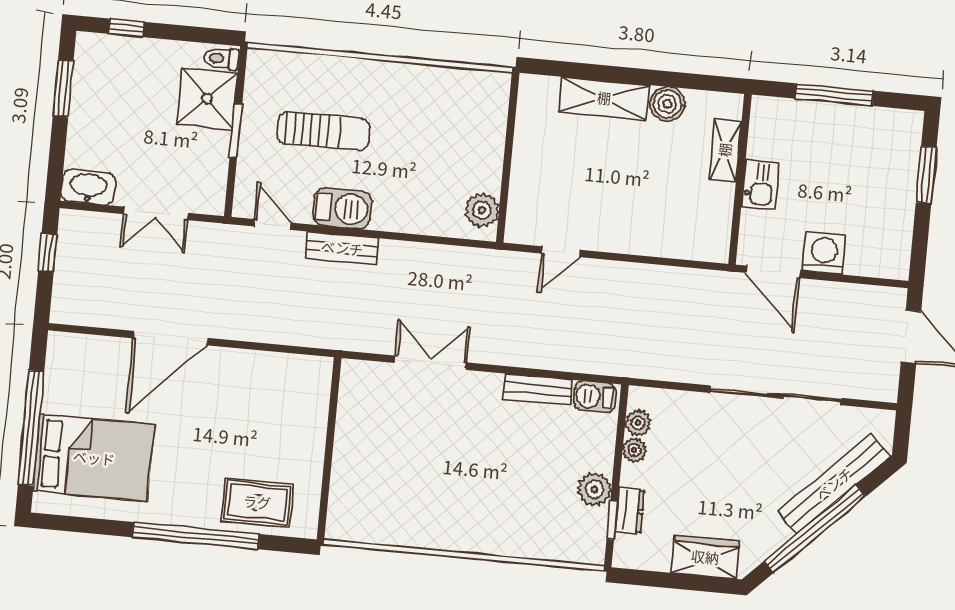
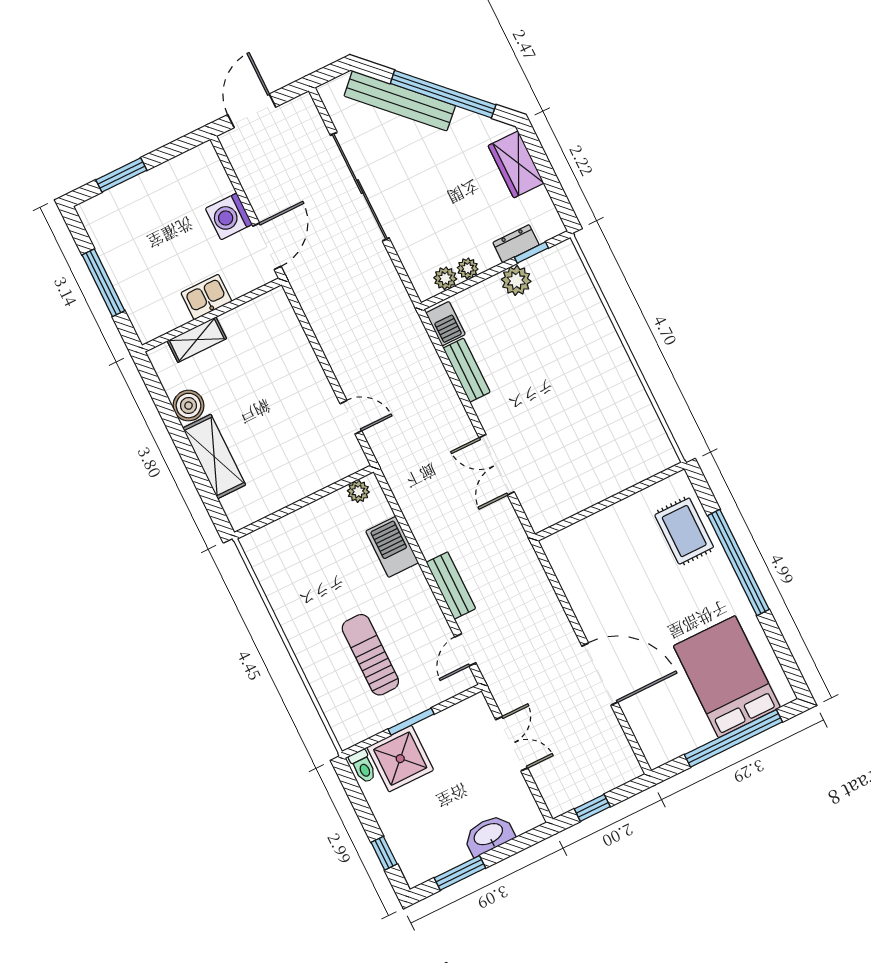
washbasin: (88, 187) -> (489, 835), moved, turned 90
barbecue: (342, 208) -> (392, 547), moved
plant: (482, 210) -> (358, 491), width x0.73, depth x0.73

